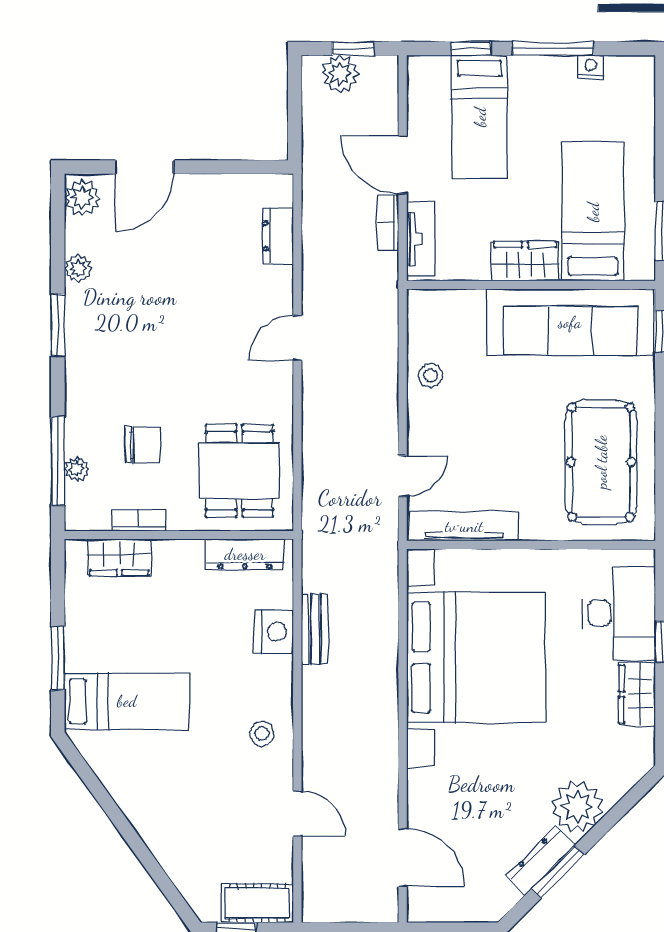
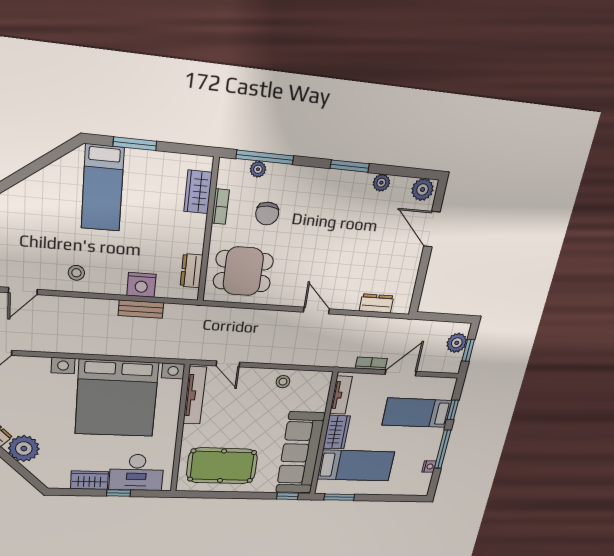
tv unit: (421, 239) -> (341, 395), moved, turned -90
dresser: (245, 554) -> (192, 271), width x0.70

